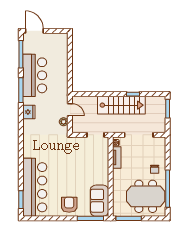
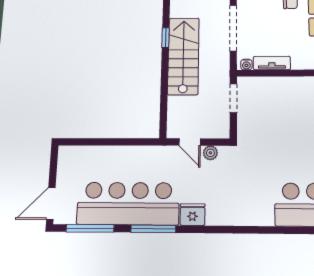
bar counter: (35, 75) -> (128, 204), width x1.36
door: (70, 110) -> (190, 142), swing flipped

